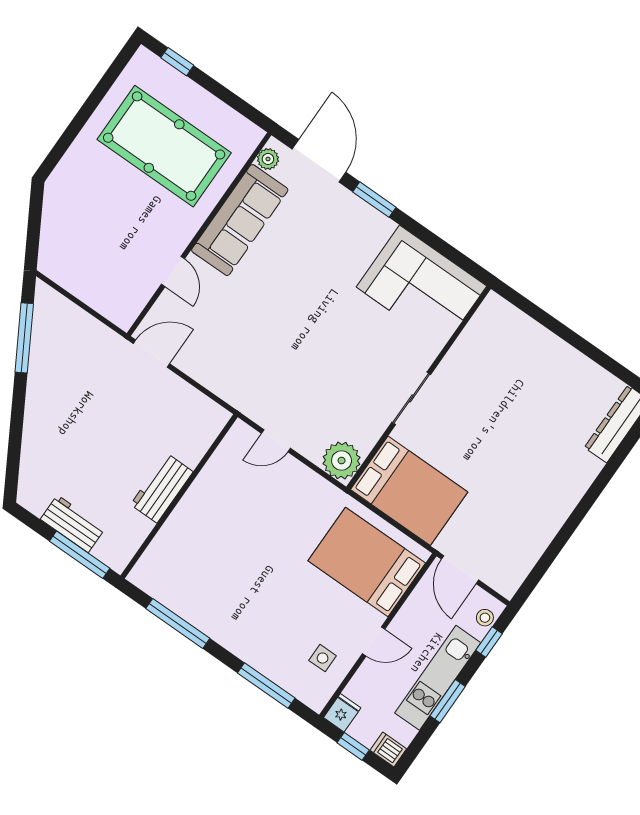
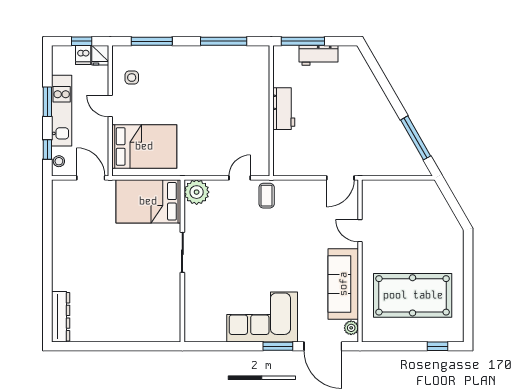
corner sofa: (421, 287) -> (262, 317), moved
coffee table: (258, 396) -> (267, 196), added
door: (374, 641) -> (110, 106), hinge flipped
dishwasher: (388, 749) -> (83, 55), moved, turned 90

